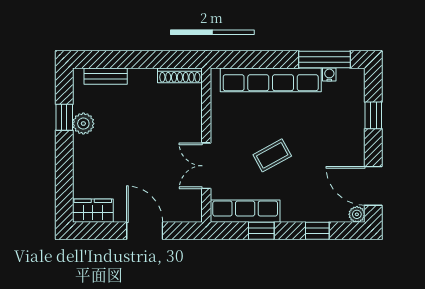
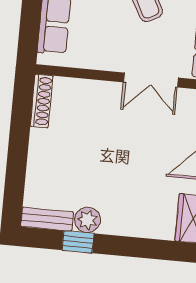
bench: (106, 76) -> (47, 219), moved, turned 90

